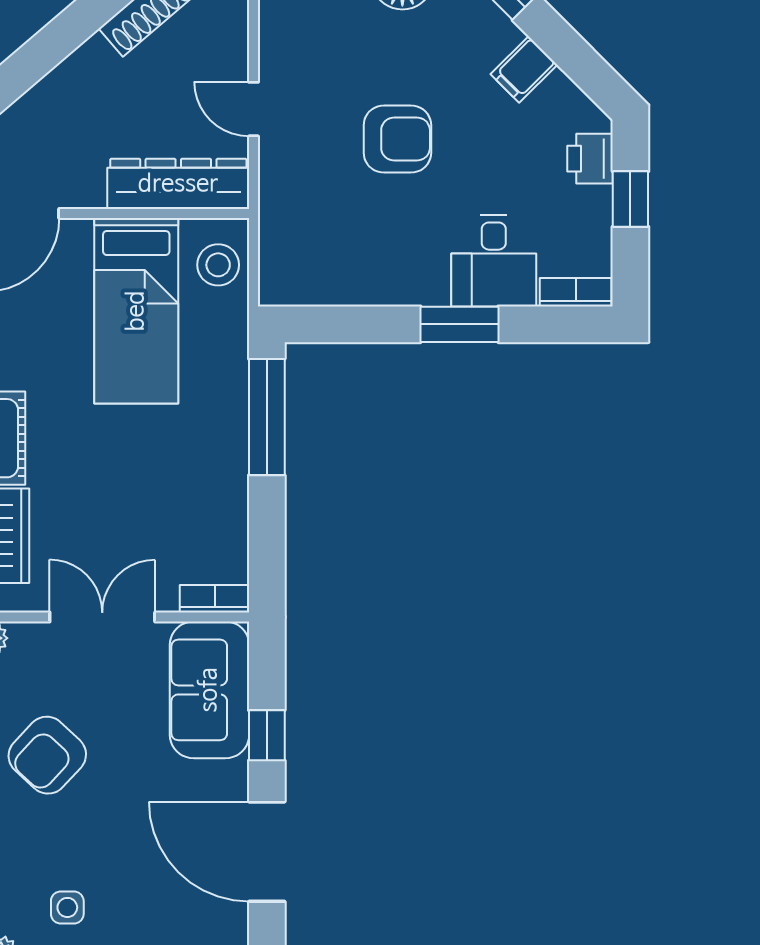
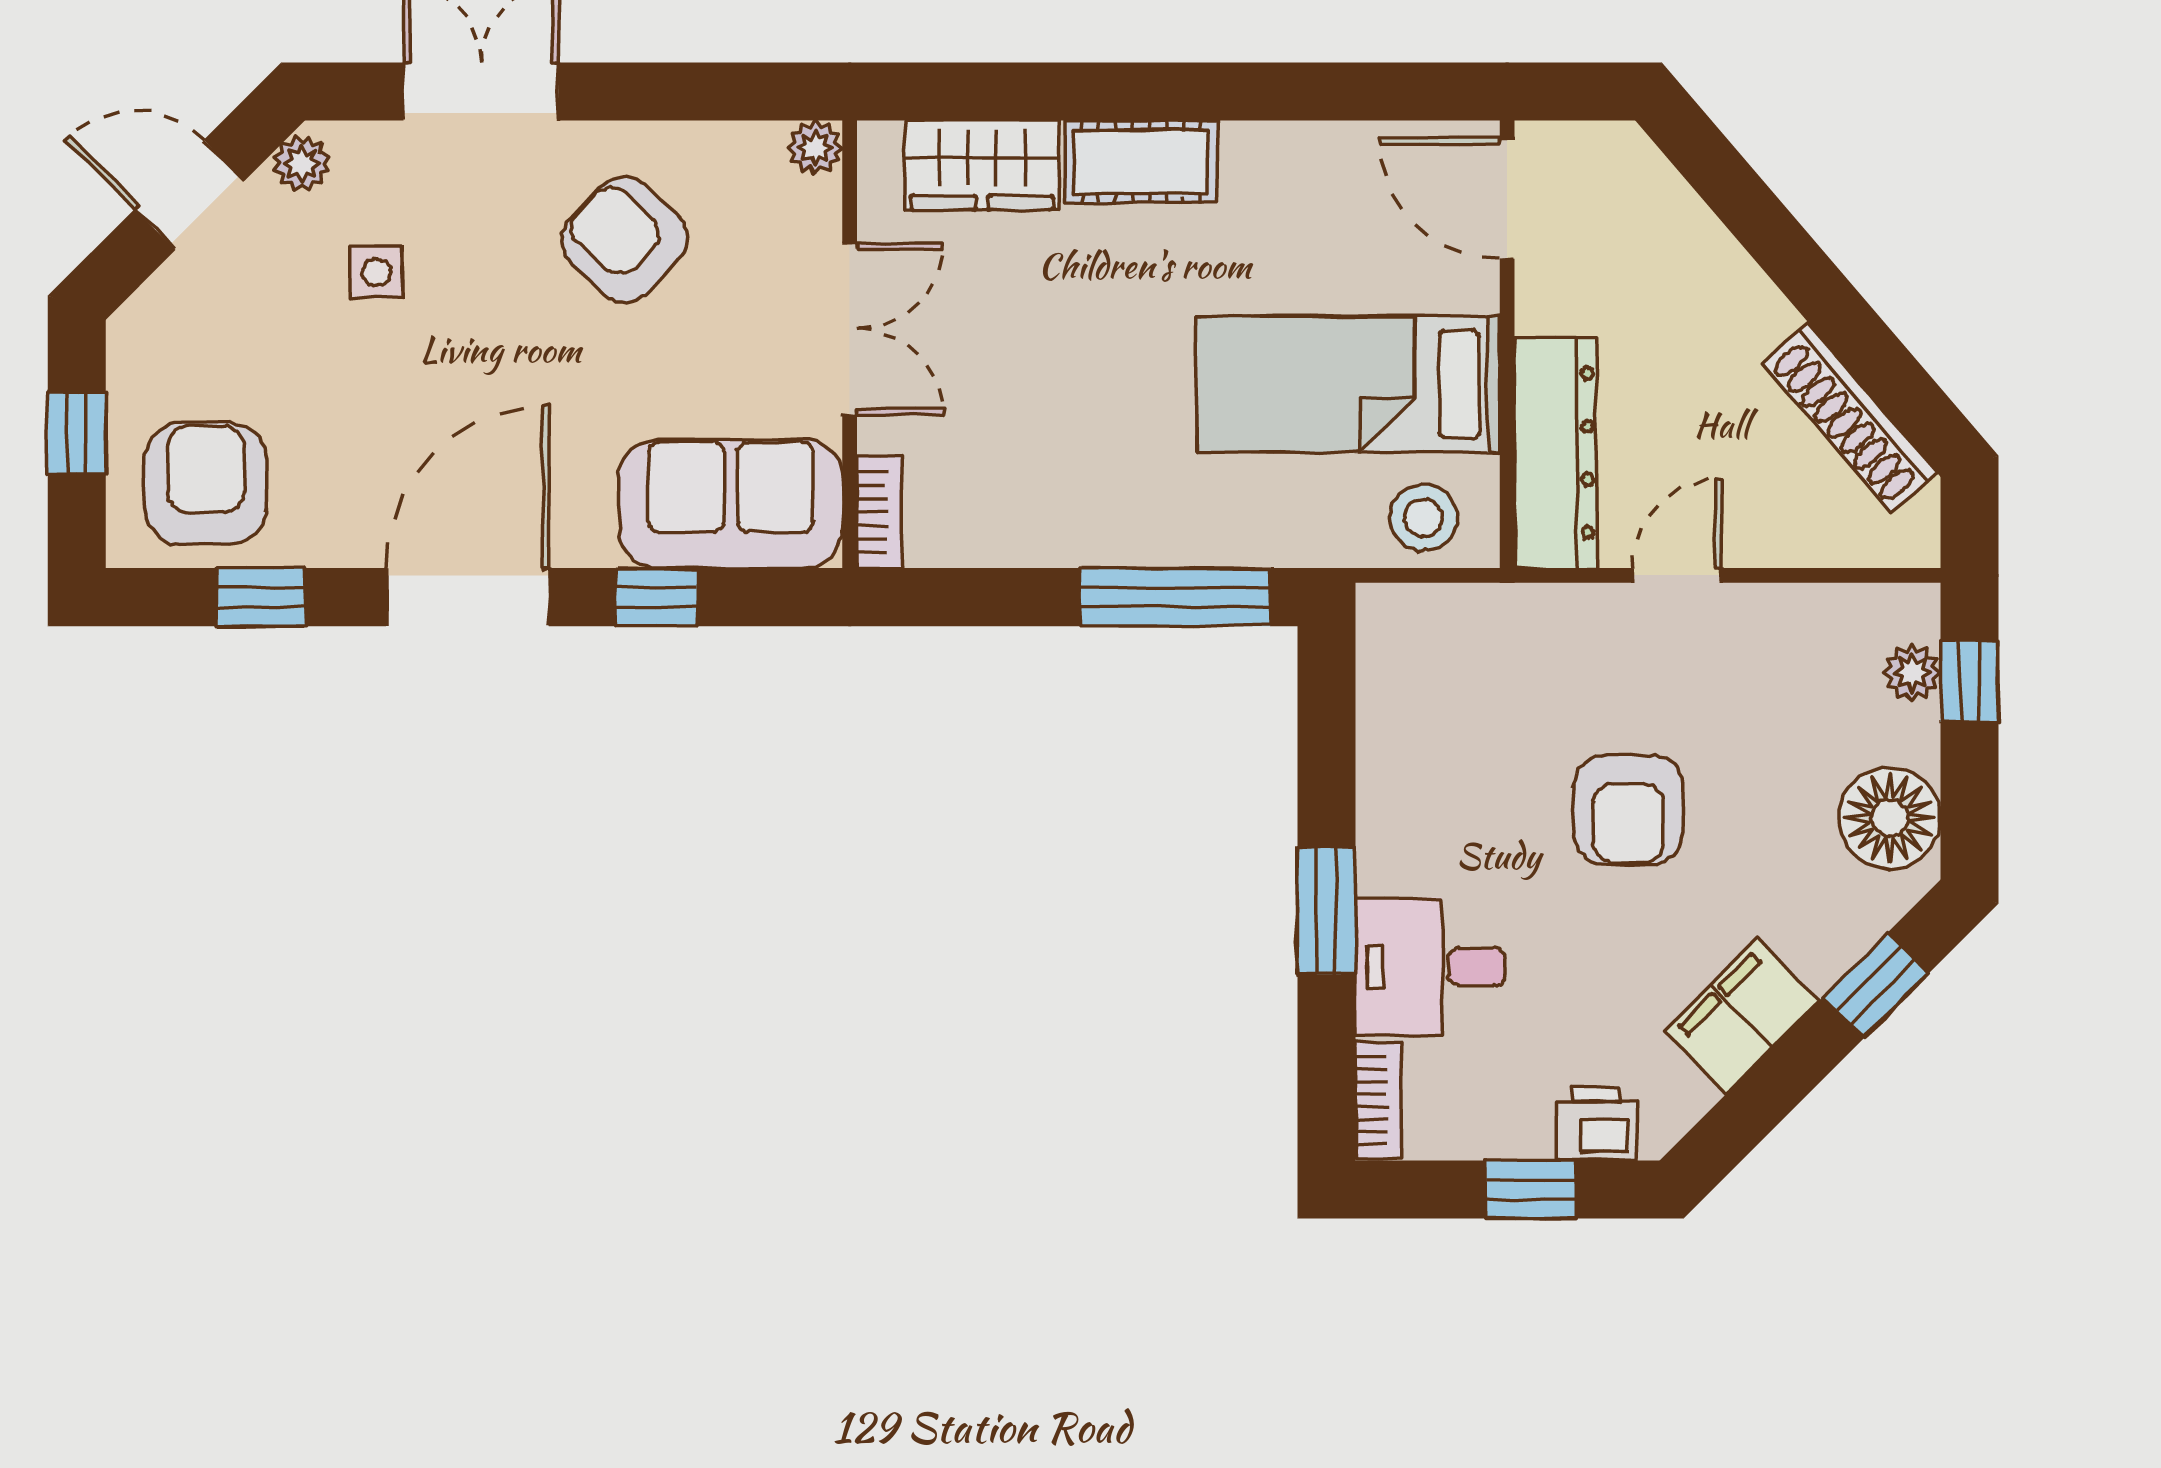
filing cabinet: (524, 69) -> (1742, 1016), width x2.00

